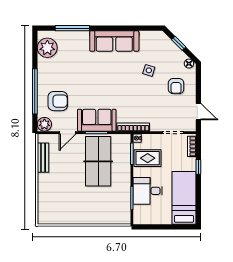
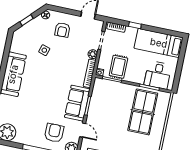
armchair: (176, 86) -> (62, 30), turned 90
plant: (156, 126) -> (93, 54), added
table tennis table: (98, 161) -> (143, 112), moved, turned 90
desk: (148, 191) -> (158, 75), moved

